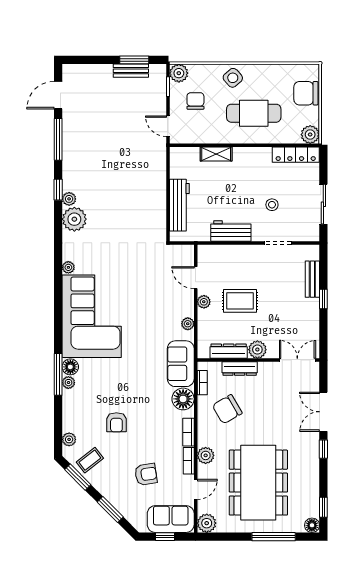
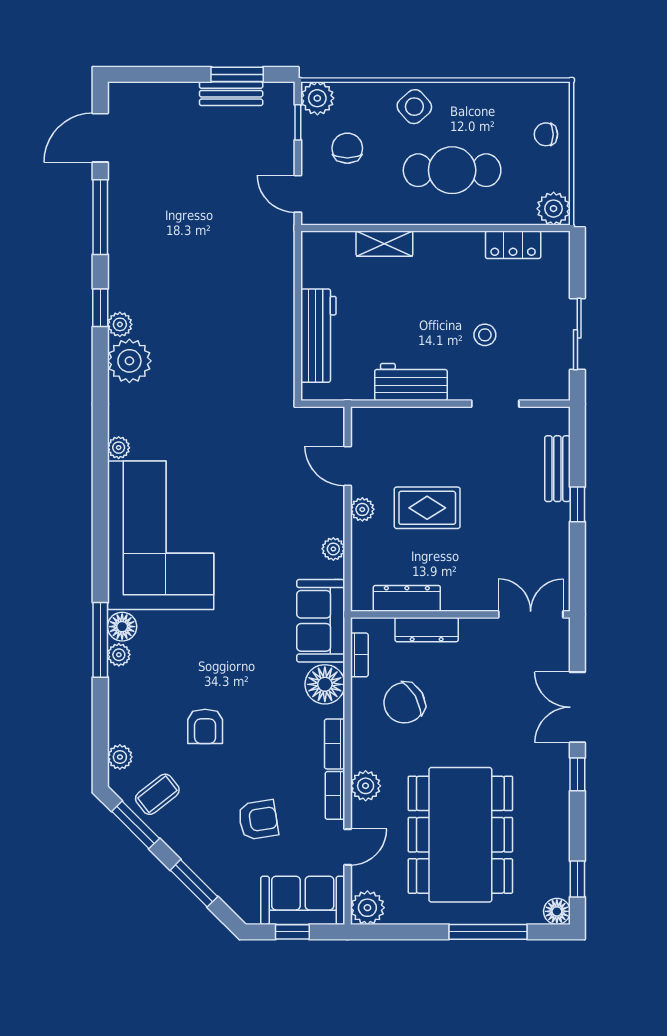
chair: (306, 93) -> (546, 134), width x0.54, depth x0.54
locker: (296, 155) -> (513, 245), width x0.66
plant: (257, 350) -> (459, 595), removed

